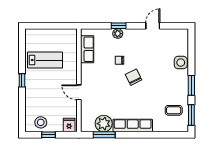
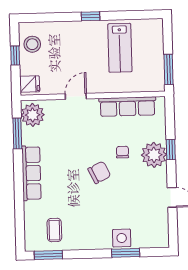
window: (61, 26) -> (168, 69), added
plant: (118, 34) -> (154, 155), width x1.87, depth x1.87
row of seats: (87, 49) -> (127, 107), width x1.48
window: (191, 85) -> (126, 253), moved
plant: (104, 124) -> (33, 115), moved

